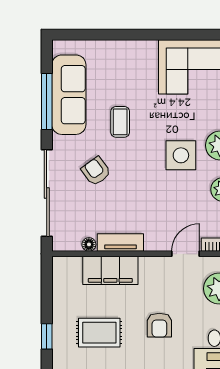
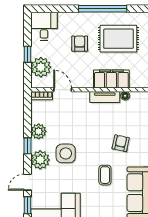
armchair: (96, 171) -> (121, 143), turned -132
door: (186, 254) -> (63, 90), swing flipped
rug: (99, 333) -> (118, 39), width x1.36, depth x1.43

